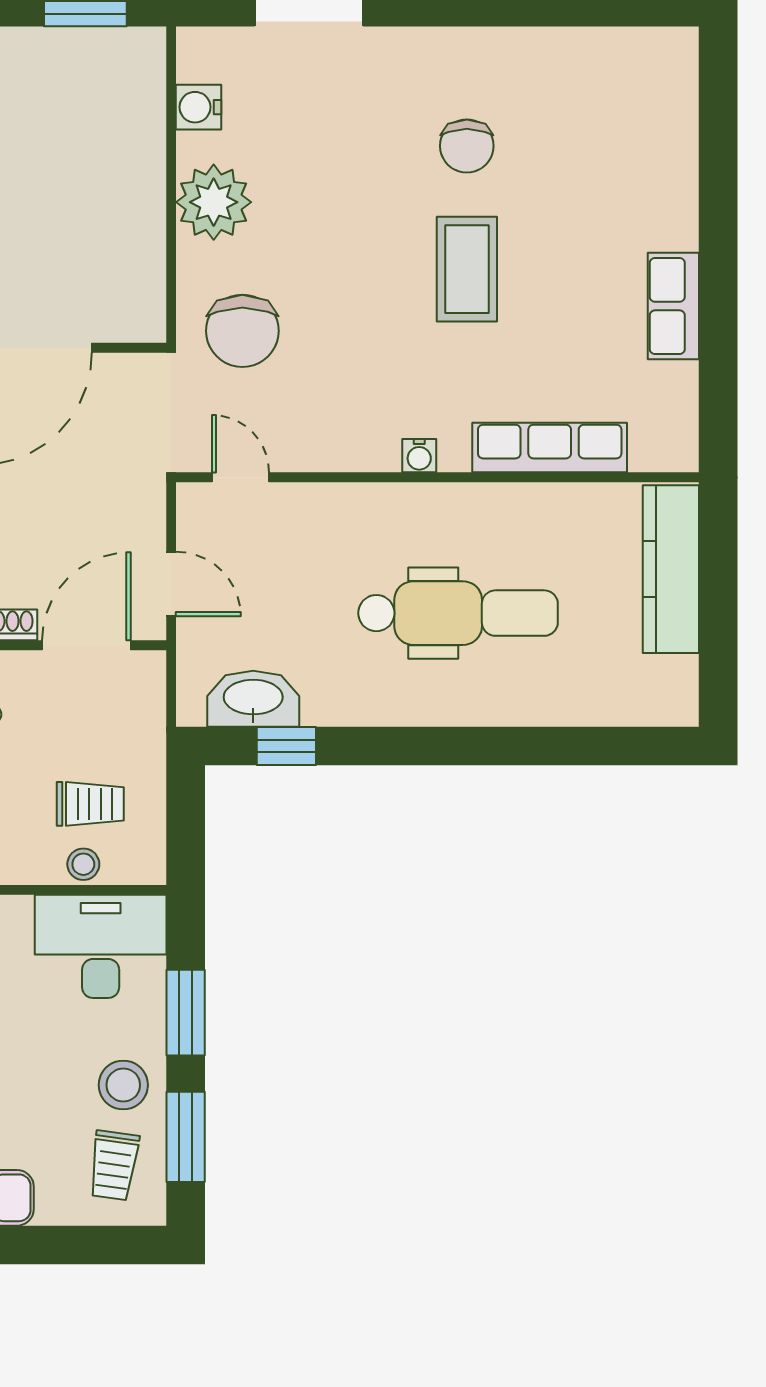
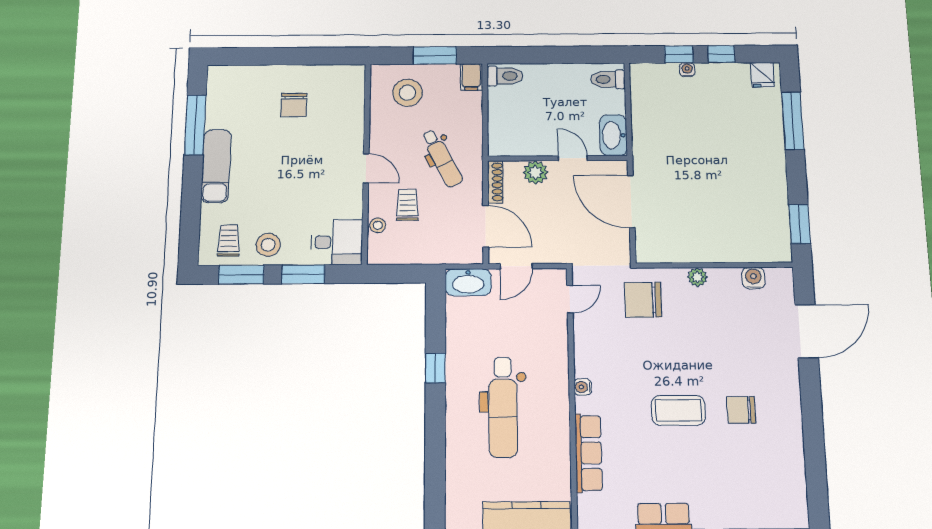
plant: (214, 202) -> (697, 277), width x0.53, depth x0.53
washbasin: (253, 699) -> (468, 282), moved, turned 90
window: (286, 746) -> (435, 368), moved
trolley: (90, 804) -> (407, 205), moved, turned 180
desk: (101, 946) -> (337, 242), width x0.73
trolley: (114, 1165) -> (229, 240), turned 82

